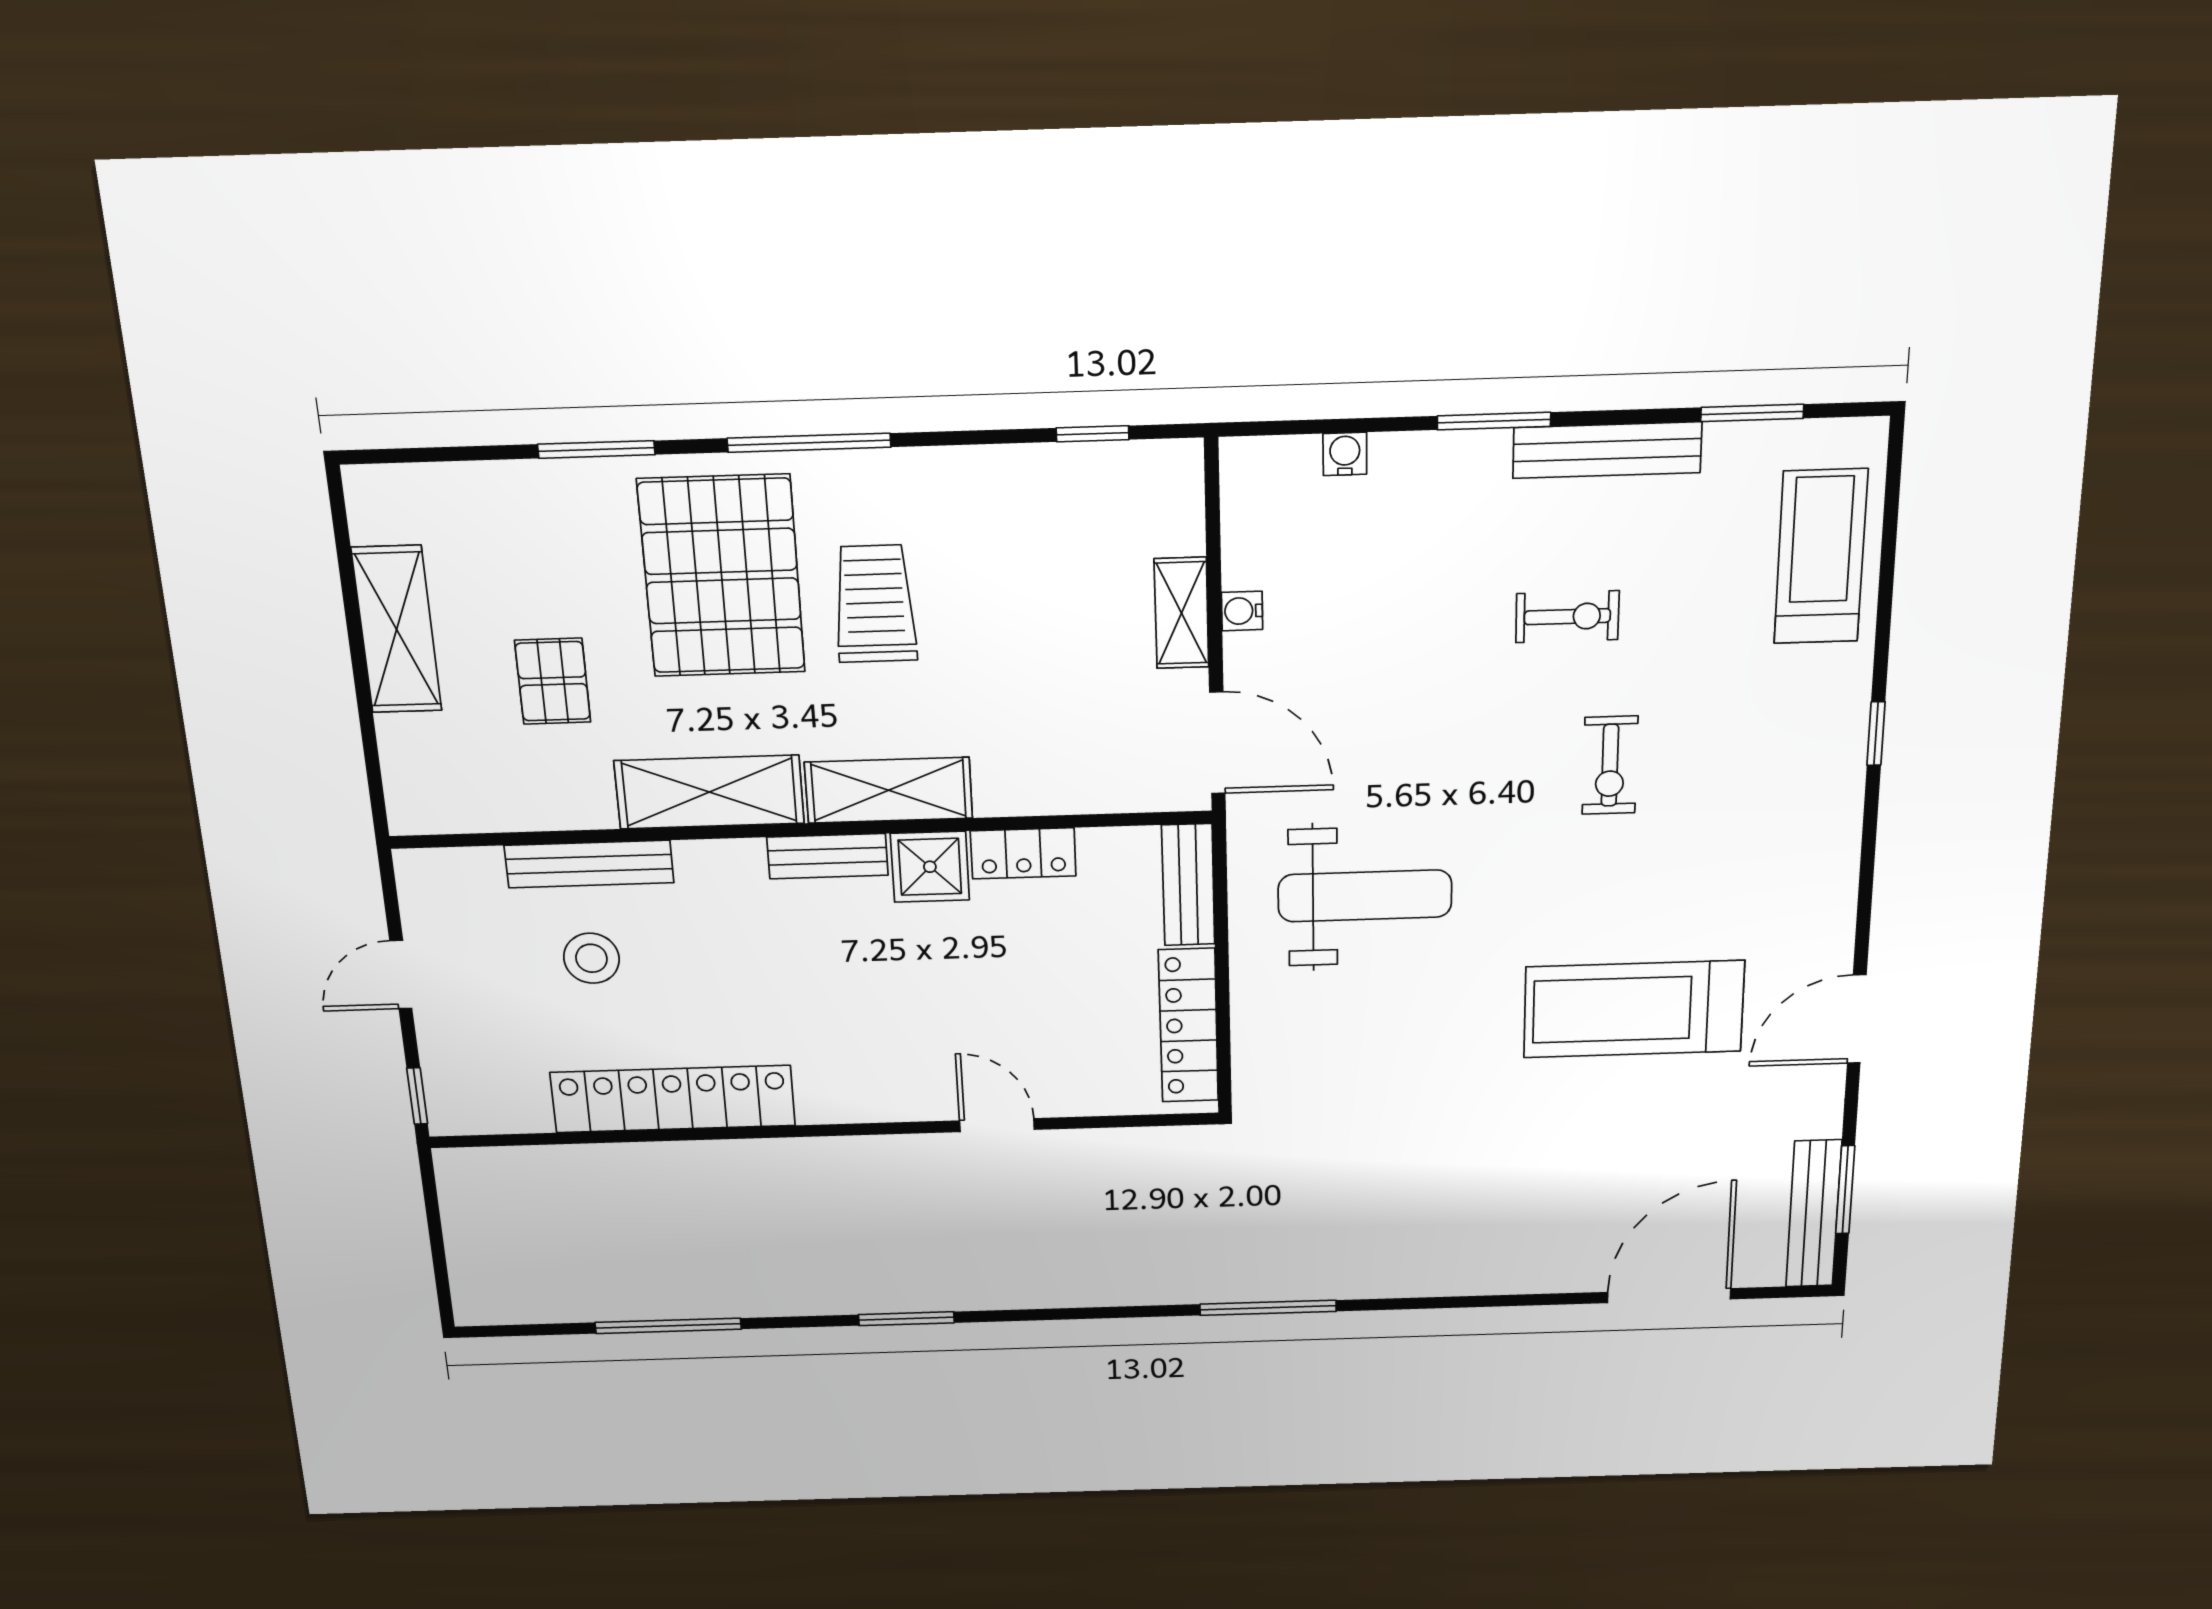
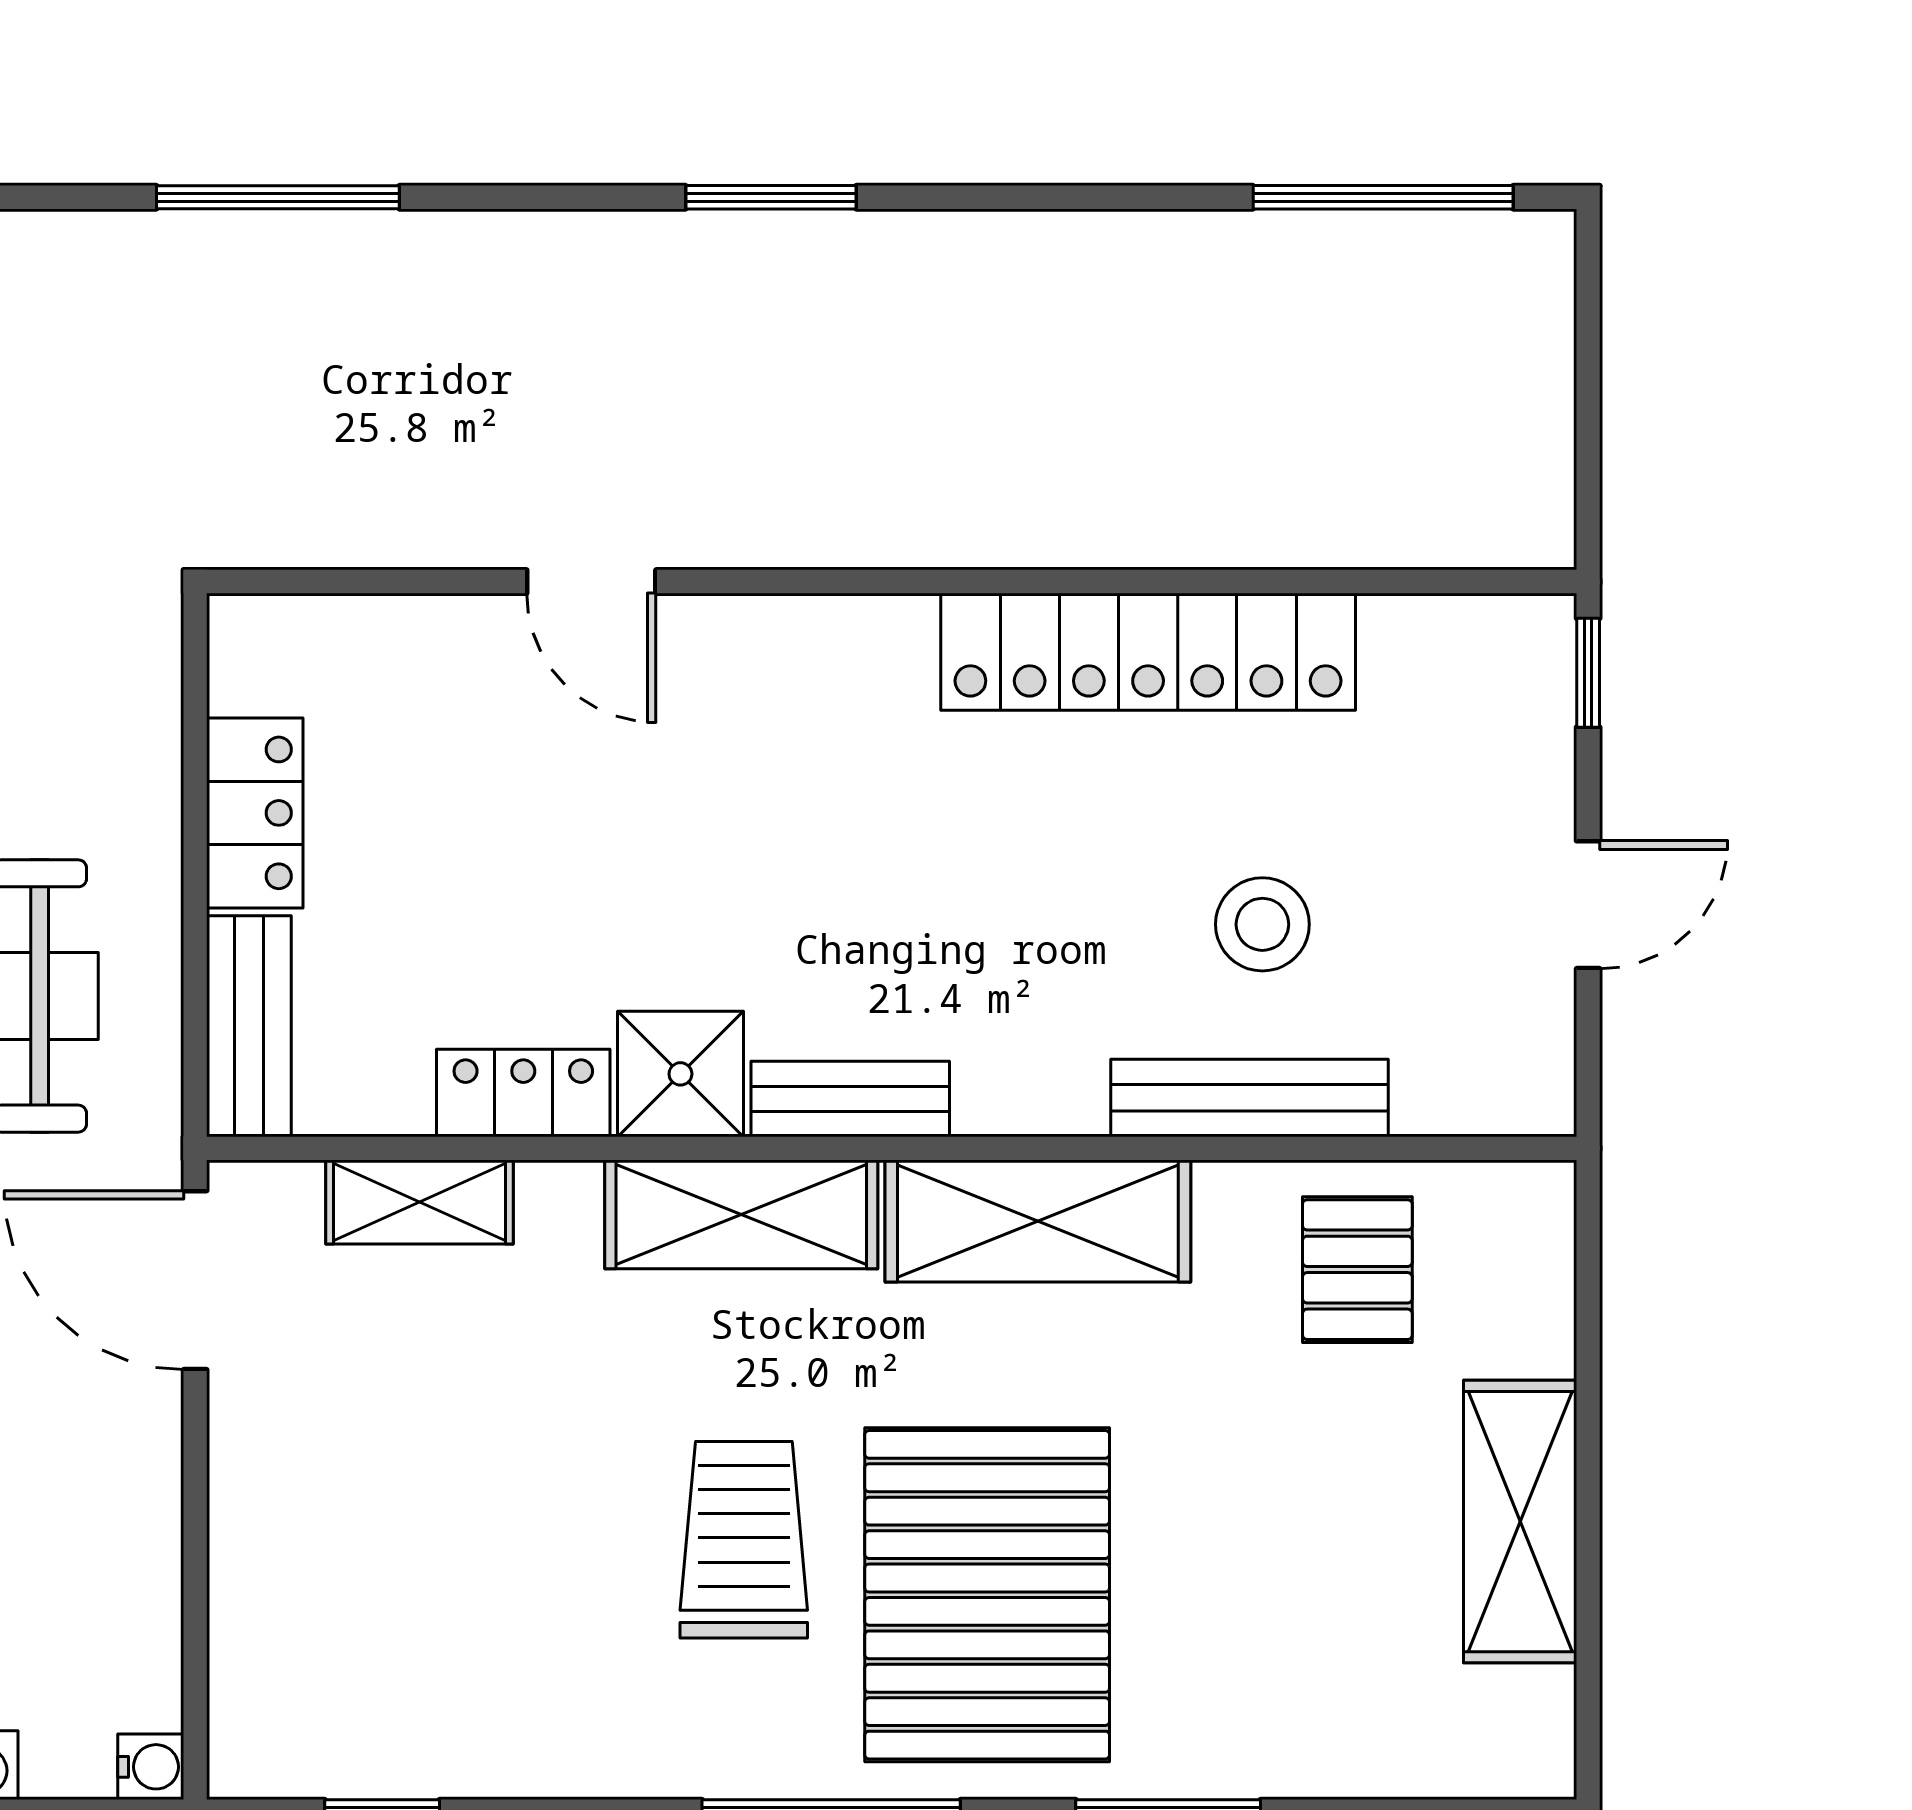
trolley: (875, 604) -> (744, 1540), turned 180
water cooler: (1242, 611) -> (151, 1767), moved
shelving: (1181, 613) -> (420, 1202), moved, turned 90
pallet: (553, 681) -> (1357, 1270), moved
locker: (1188, 1026) -> (255, 813), width x0.66
window: (1268, 1308) -> (278, 197), moved
window: (668, 1326) -> (1383, 197), moved

